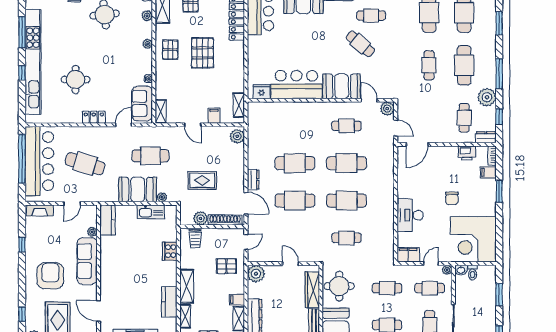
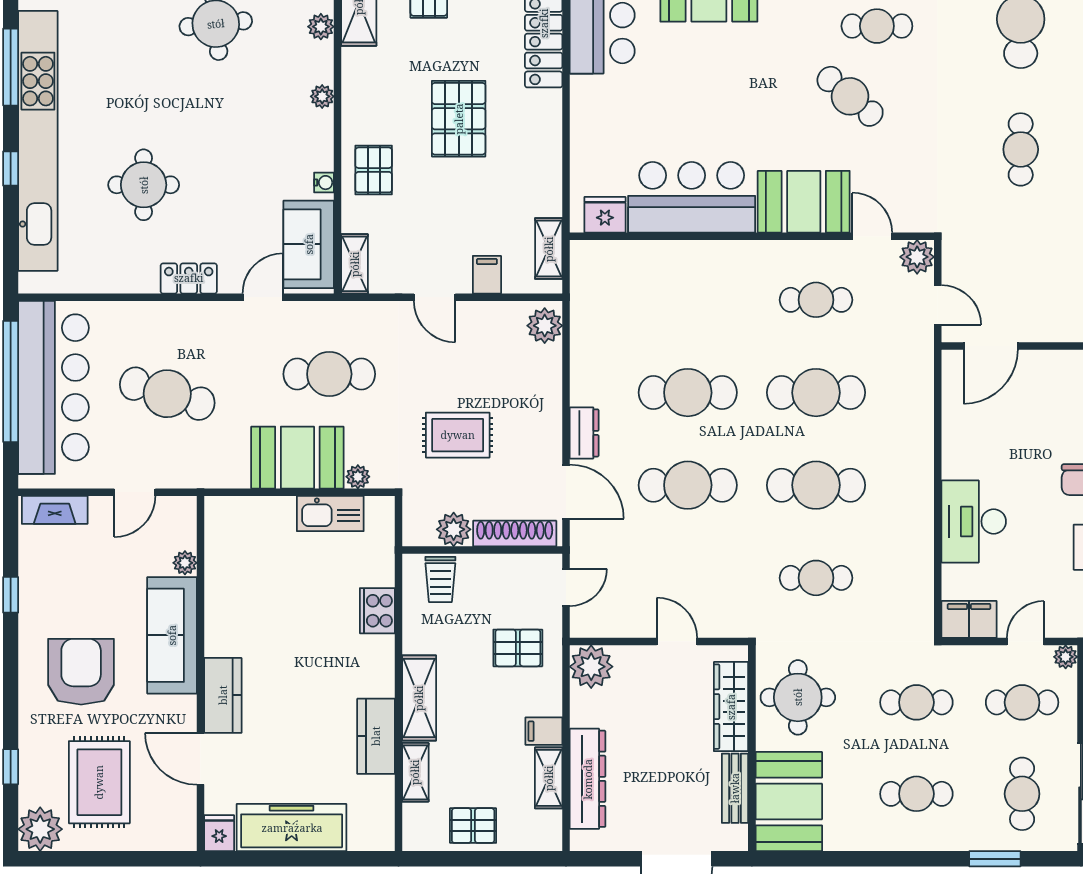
pallet: (170, 50) -> (374, 170), moved
kitchen counter: (108, 220) -> (223, 695), moved

